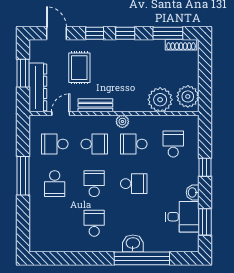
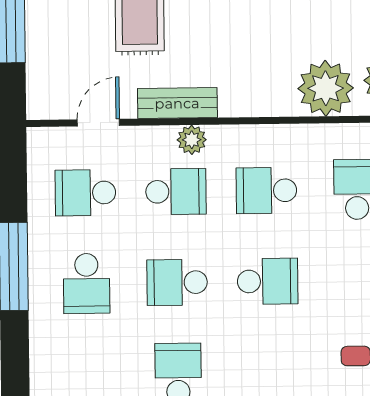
dresser: (38, 87) -> (45, 64), removed
plant: (122, 121) -> (192, 140), moved
school desk: (94, 184) -> (177, 282), turned -90

